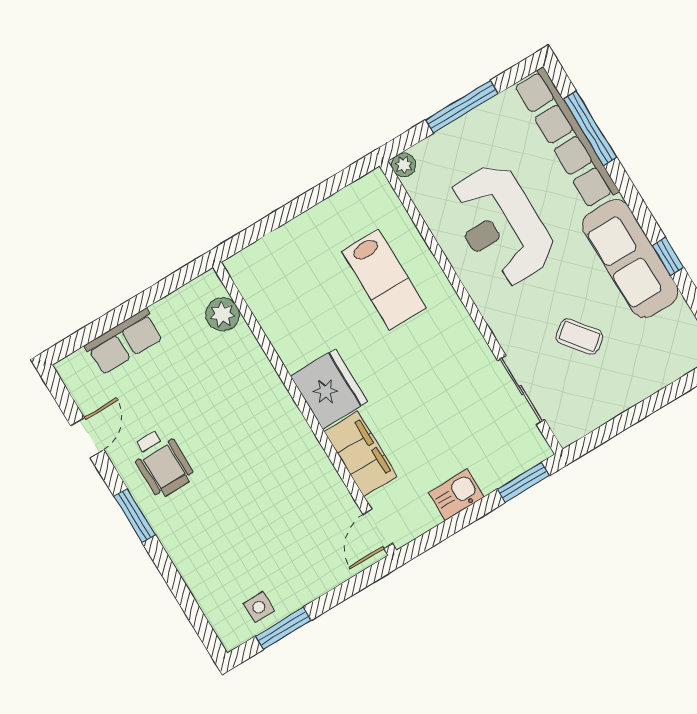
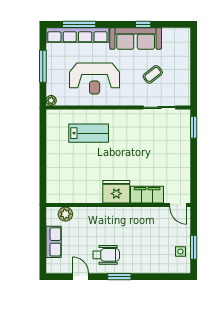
plant: (222, 314) -> (65, 214), moved
fridge: (329, 389) -> (116, 192), moved
wall: (305, 409) -> (118, 205), moved
filing cabinet: (361, 454) -> (147, 195), moved
kitchen sink: (456, 495) -> (183, 154), removed
door: (378, 529) -> (178, 205), moved

